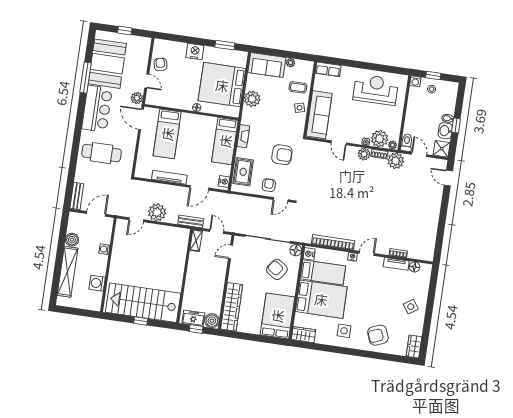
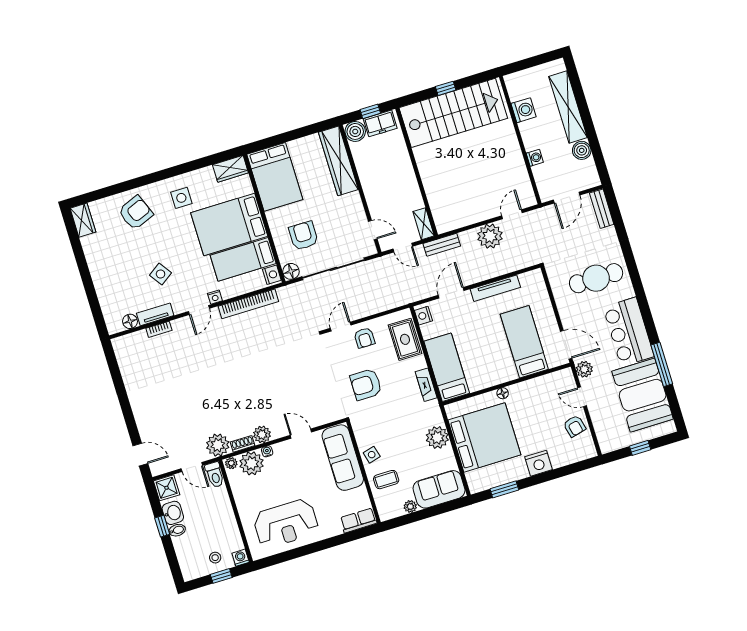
door: (231, 252) -> (373, 230), hinge flipped
armchair: (277, 269) -> (303, 236), turned -125
side table: (411, 307) -> (161, 274), moved

